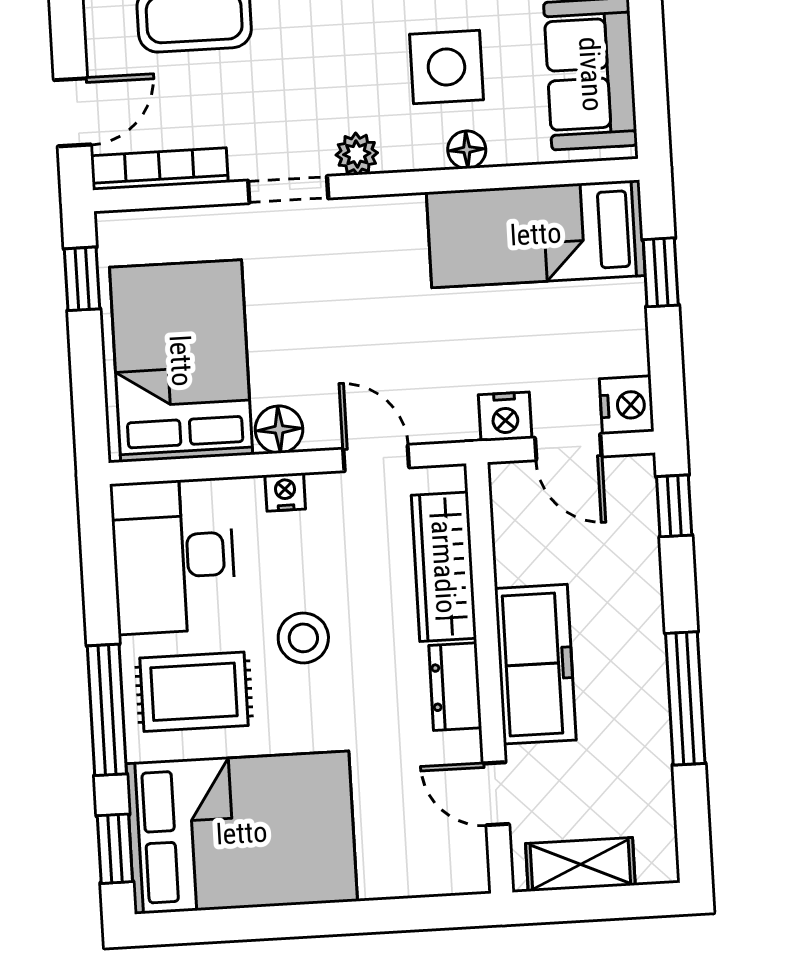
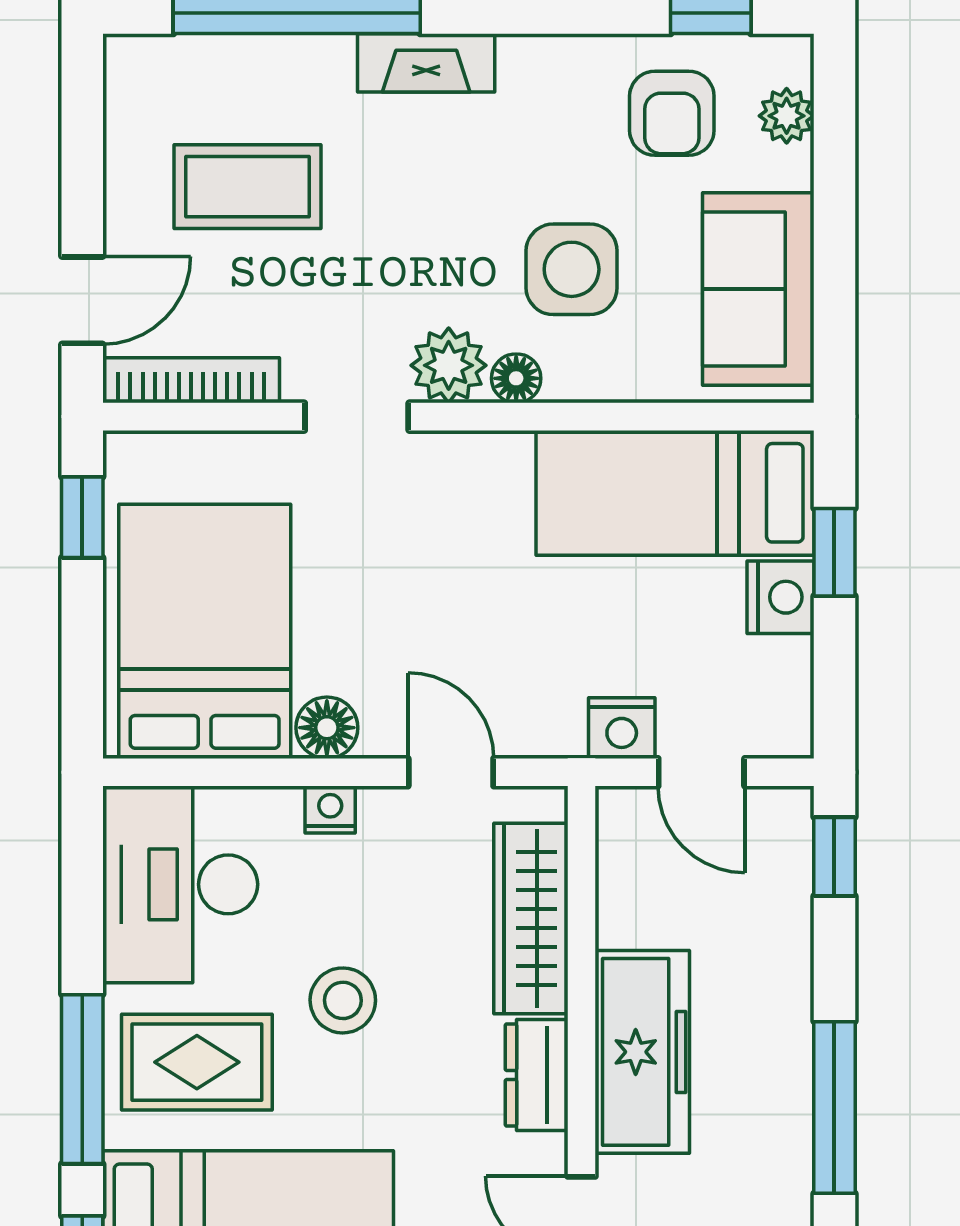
floor lamp: (467, 150) -> (516, 378), moved
plant: (357, 154) -> (449, 365), width x1.38, depth x1.38
nightstand: (627, 405) -> (781, 597), moved

